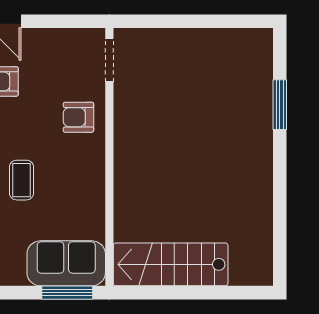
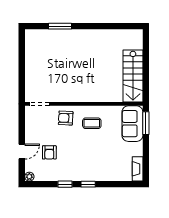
armchair: (78, 117) -> (66, 118), turned 93
coffee table: (22, 180) -> (92, 123), moved

